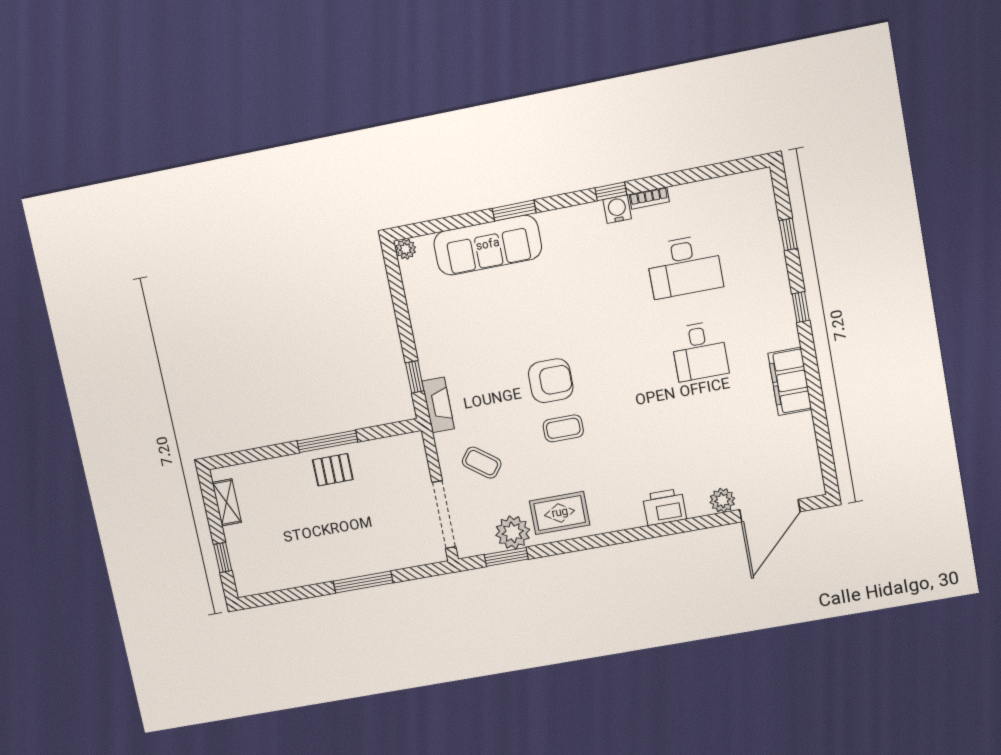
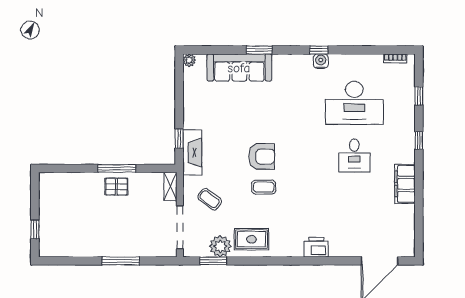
bookcase: (649, 198) -> (395, 58), moved
desk: (684, 266) -> (354, 103), width x1.36, depth x1.30
fireplace: (438, 405) -> (192, 152), width x1.37, depth x1.32
plant: (722, 500) -> (352, 249), removed
shelving: (227, 502) -> (170, 186), moved

